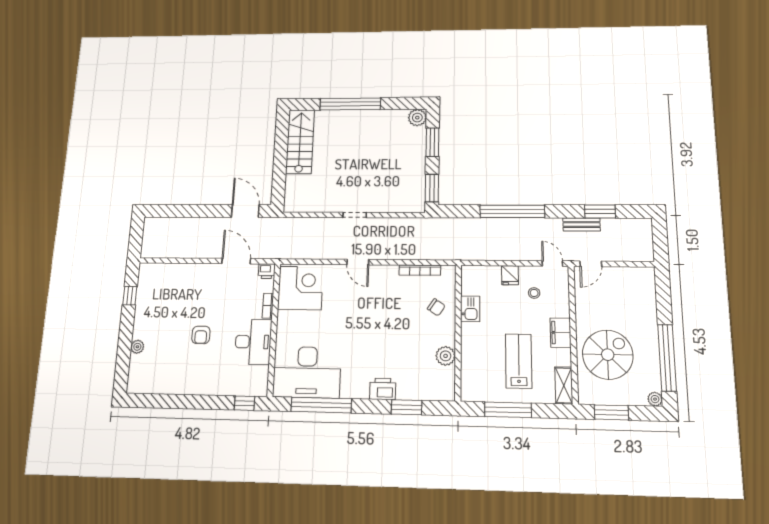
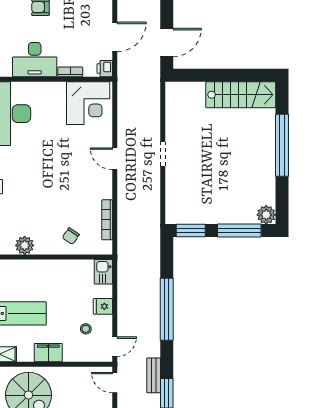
window: (432, 142) -> (239, 231), width x1.44
door: (358, 262) -> (115, 159), hinge flipped
kitchen sink: (470, 309) -> (103, 272), moved, turned 90

